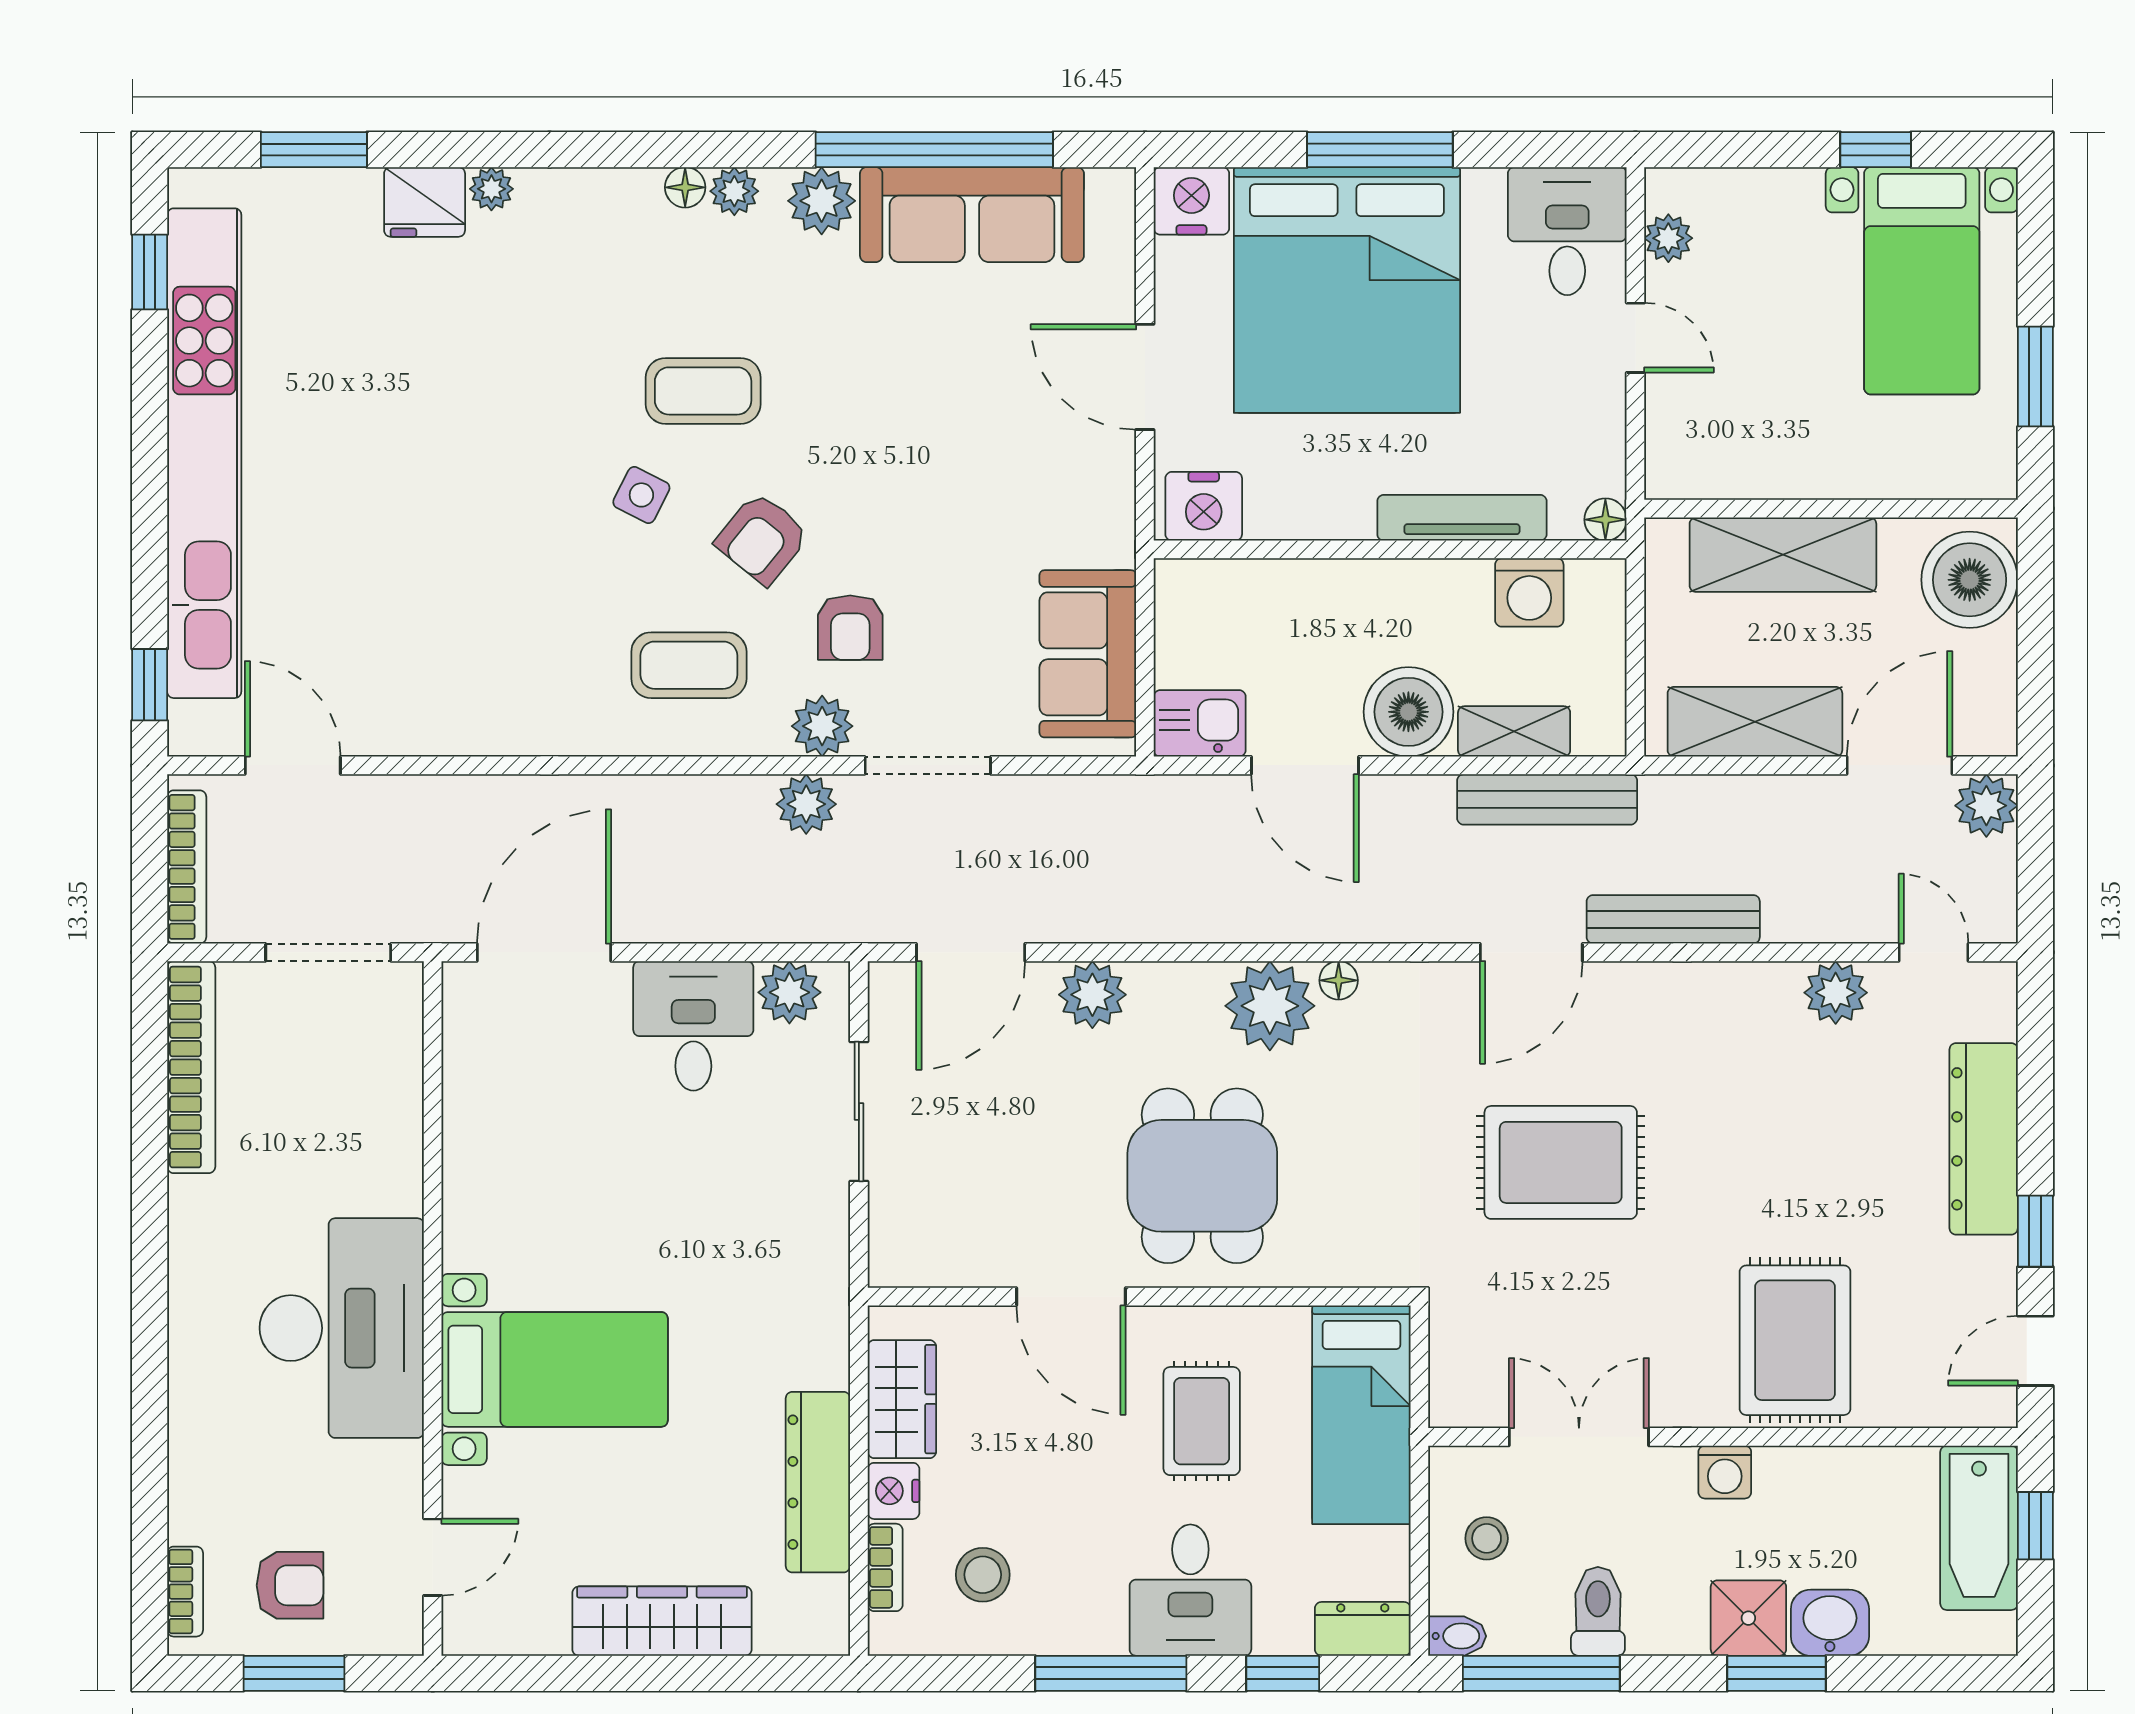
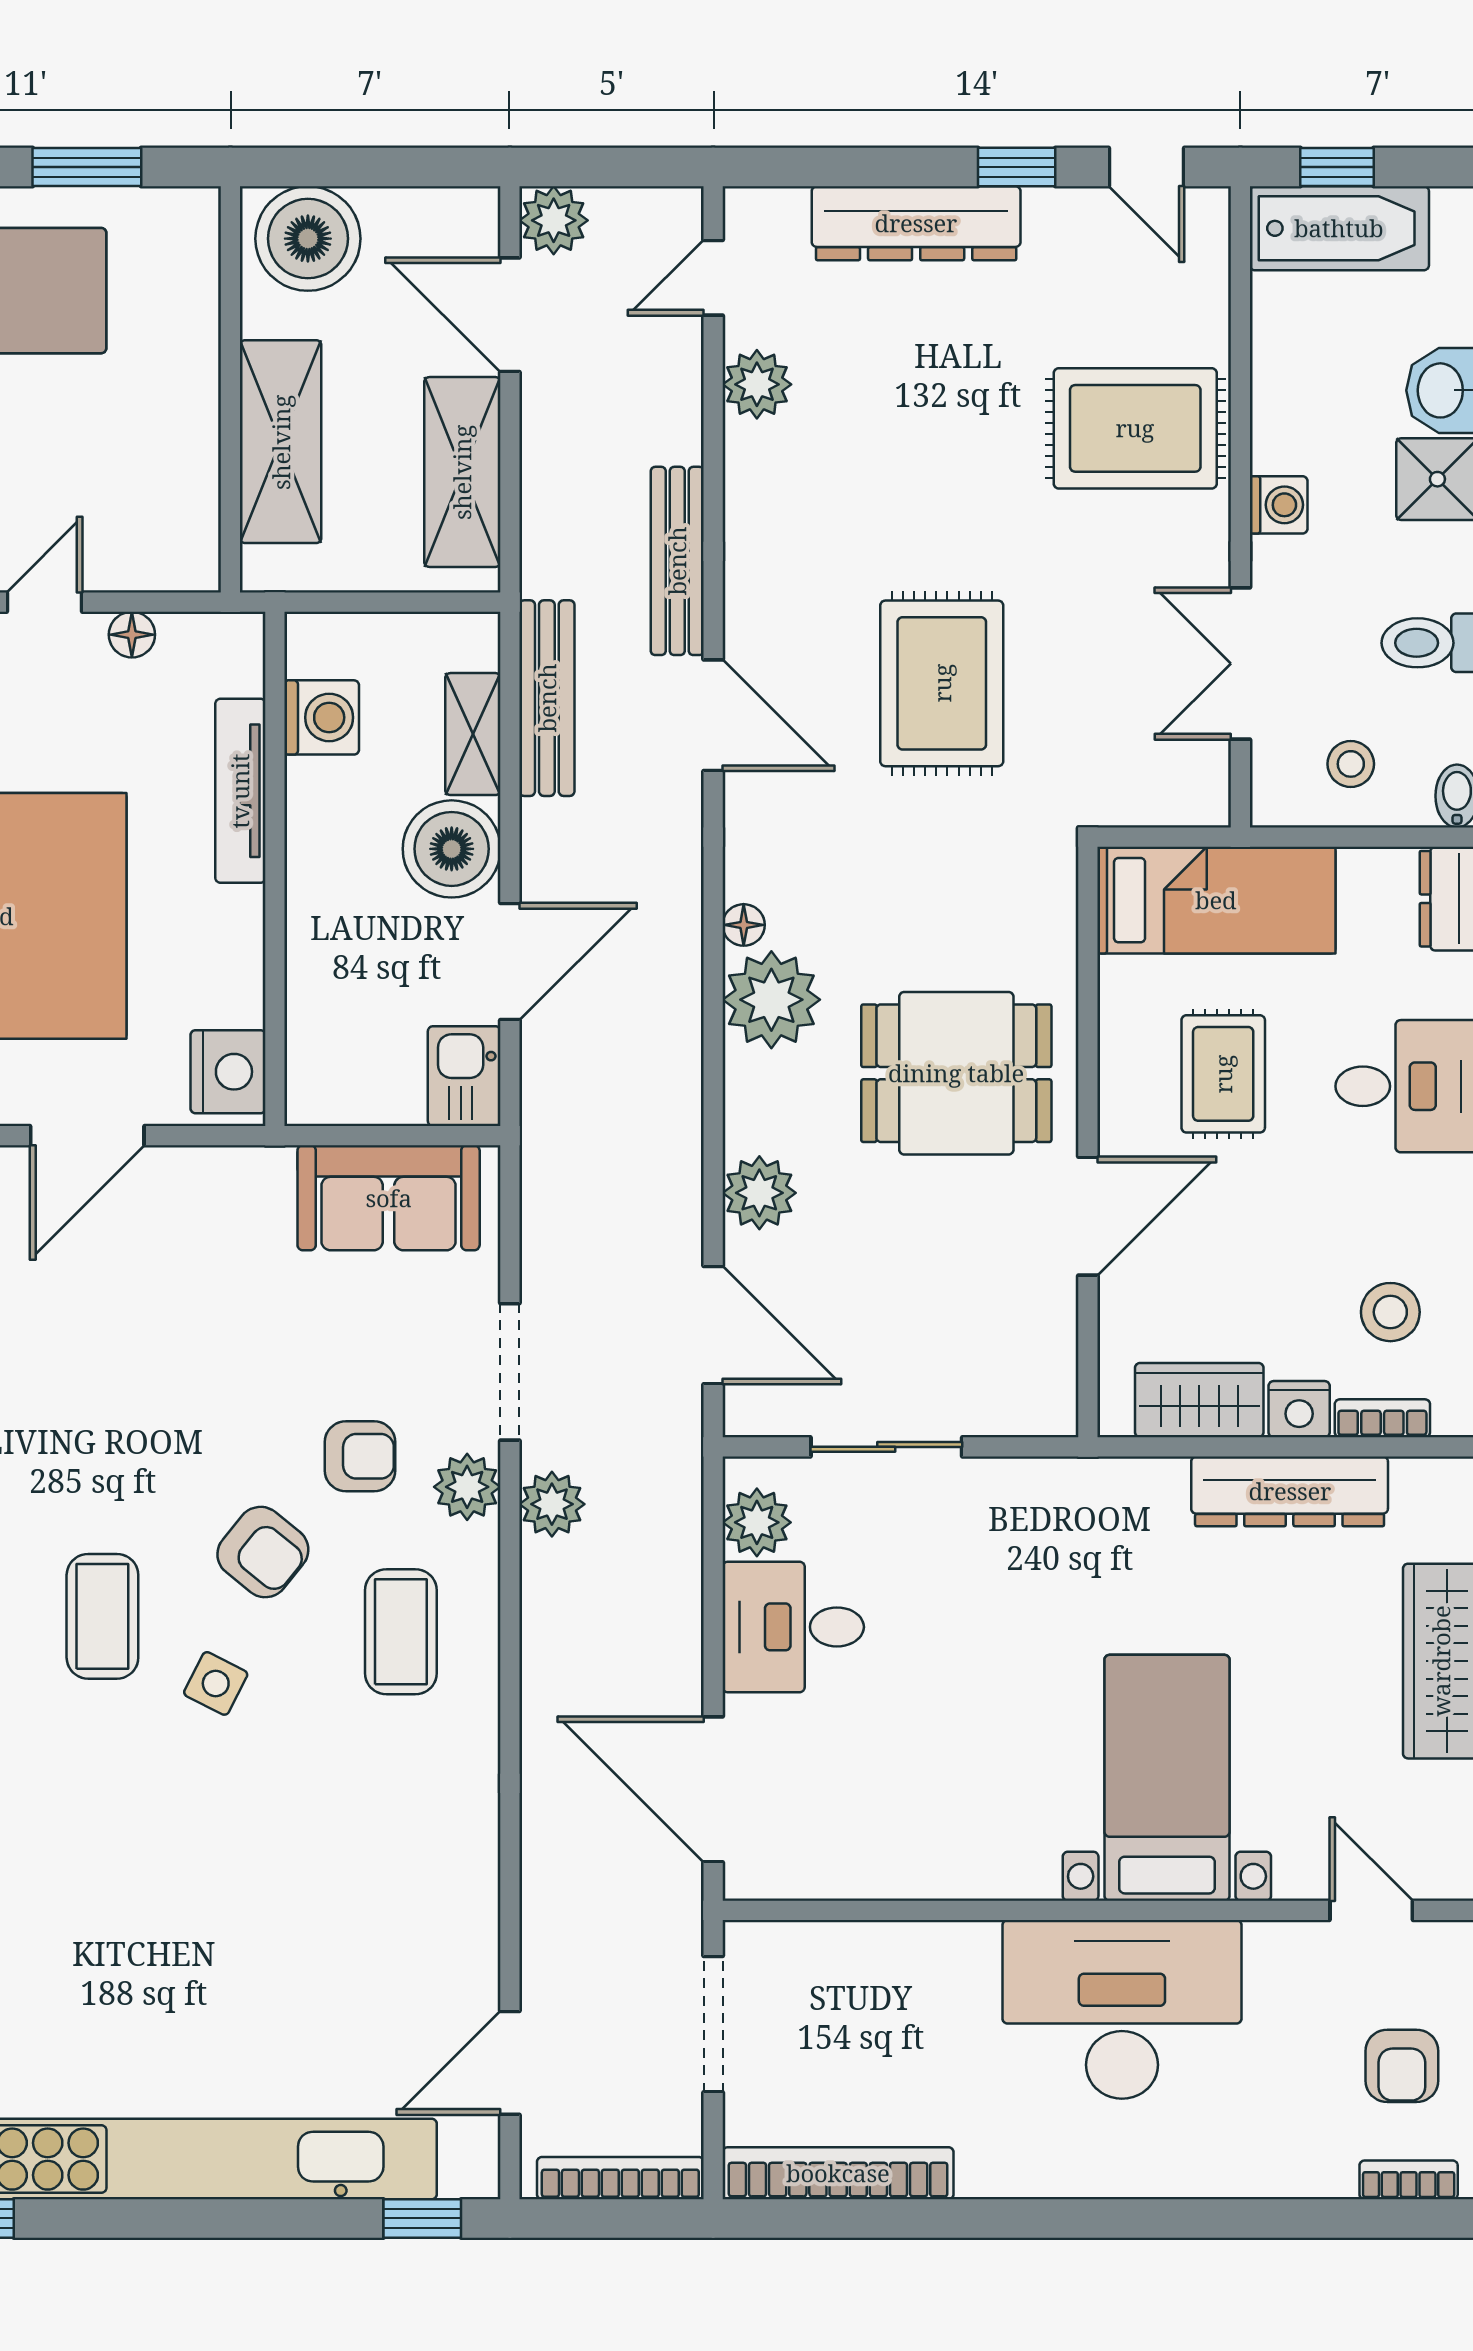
floor lamp: (1605, 520) -> (132, 635), moved
rug: (1202, 1421) -> (1223, 1074), turned 90
armchair: (290, 1585) -> (1402, 2066), turned 180

